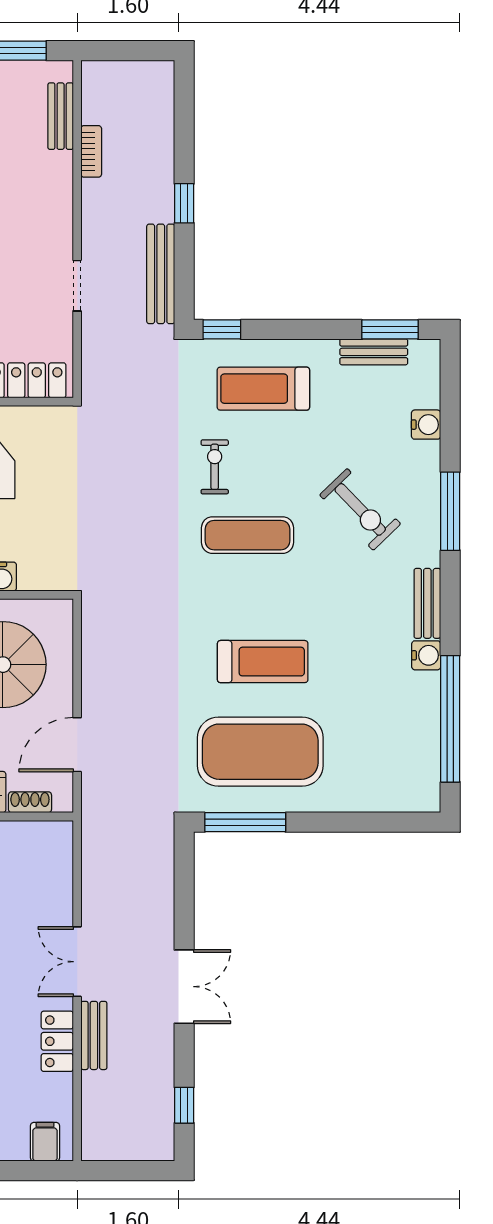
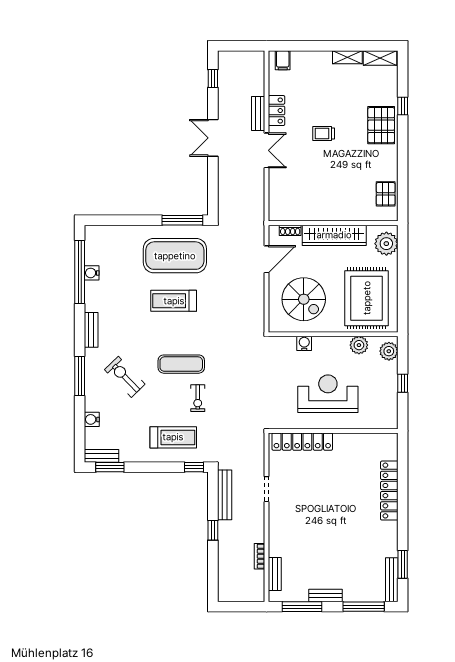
bench: (374, 352) -> (101, 456), moved
water cooler: (426, 655) -> (92, 273), moved

